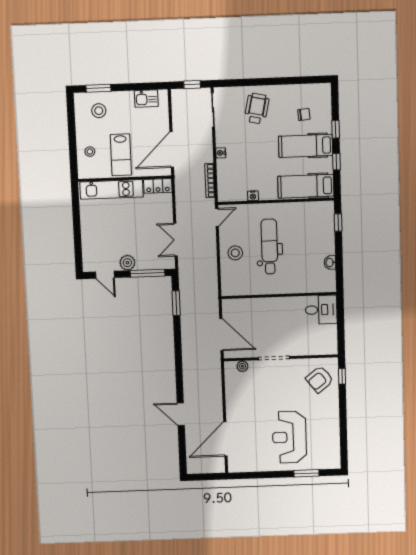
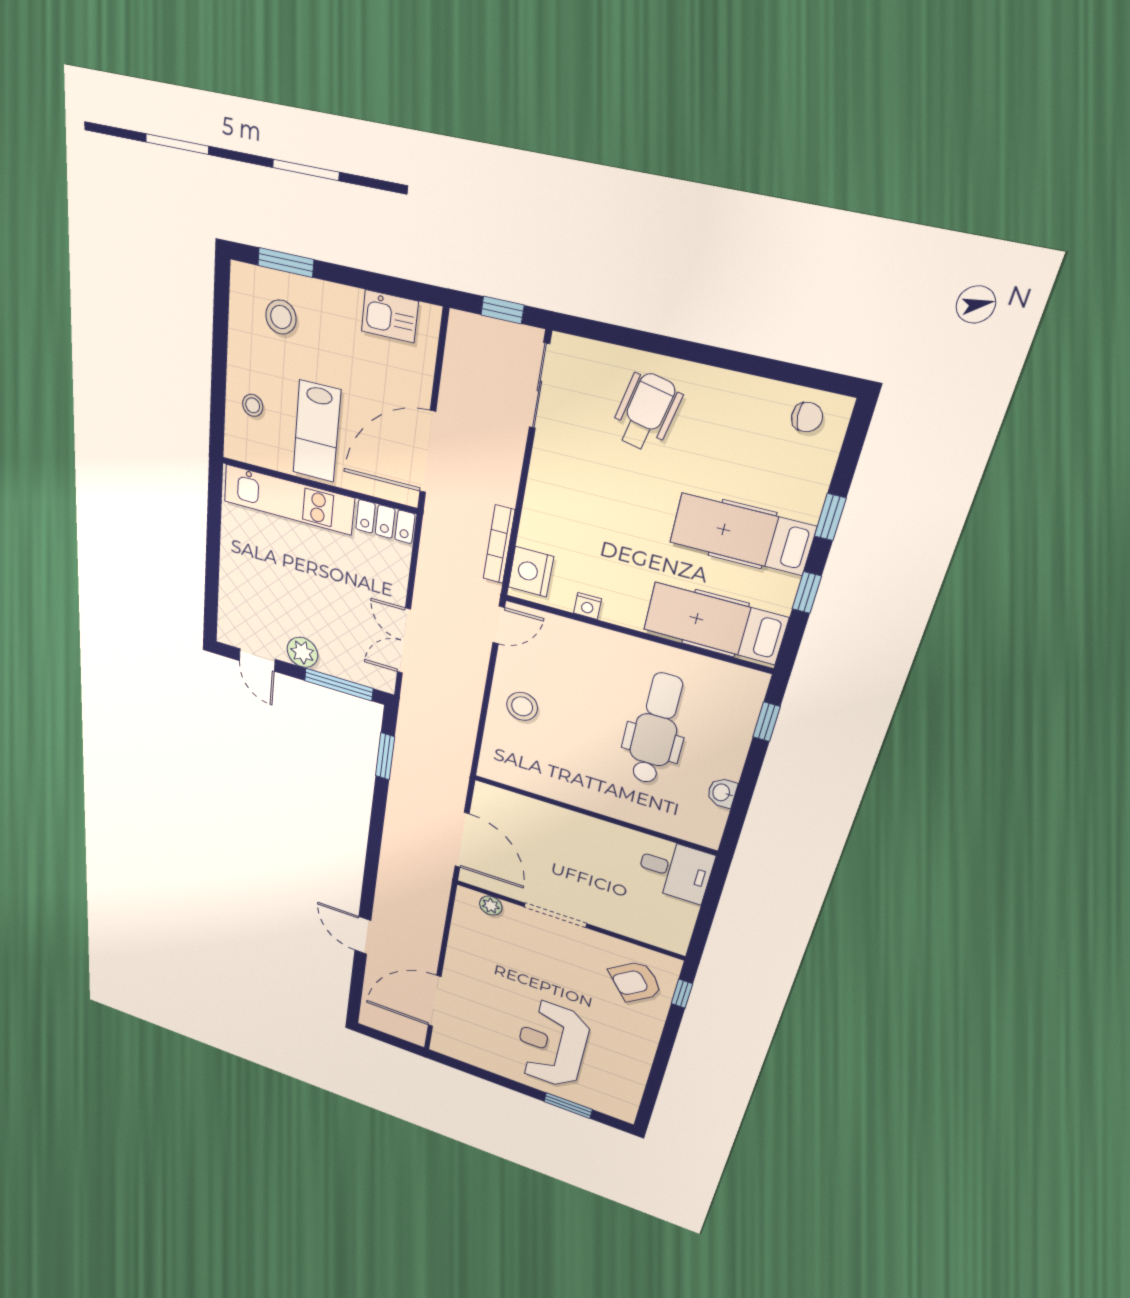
chair: (304, 114) -> (807, 417), moved
nightstand: (221, 153) -> (531, 572), moved, width x1.89, depth x1.79
dental chair: (269, 246) -> (656, 729), moved

